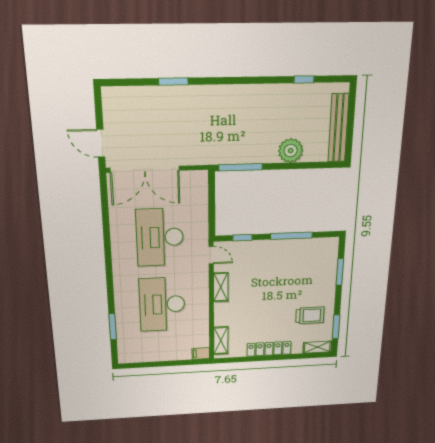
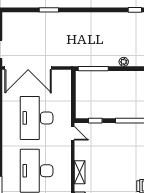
plant: (291, 151) -> (124, 62), width x0.53, depth x0.53
shelving: (221, 287) -> (80, 172), moved

